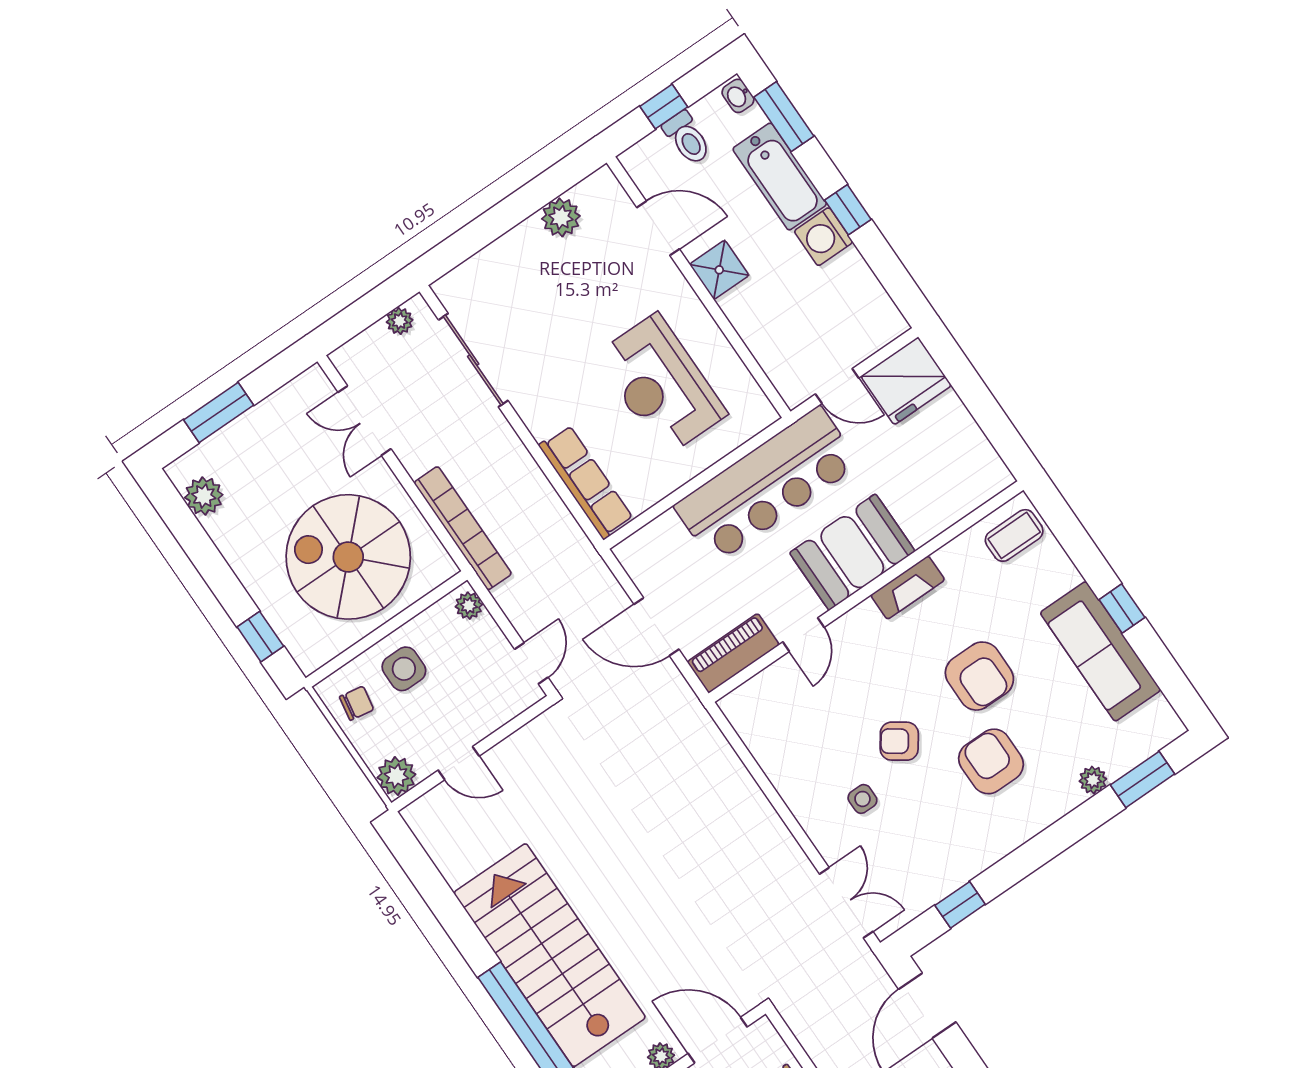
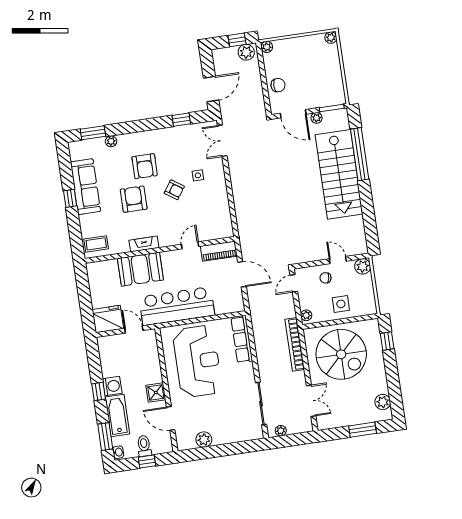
reception desk: (661, 385) -> (197, 361), width x1.36, depth x1.30
booth: (852, 552) -> (140, 269), moved
chair: (357, 703) -> (325, 278), moved

